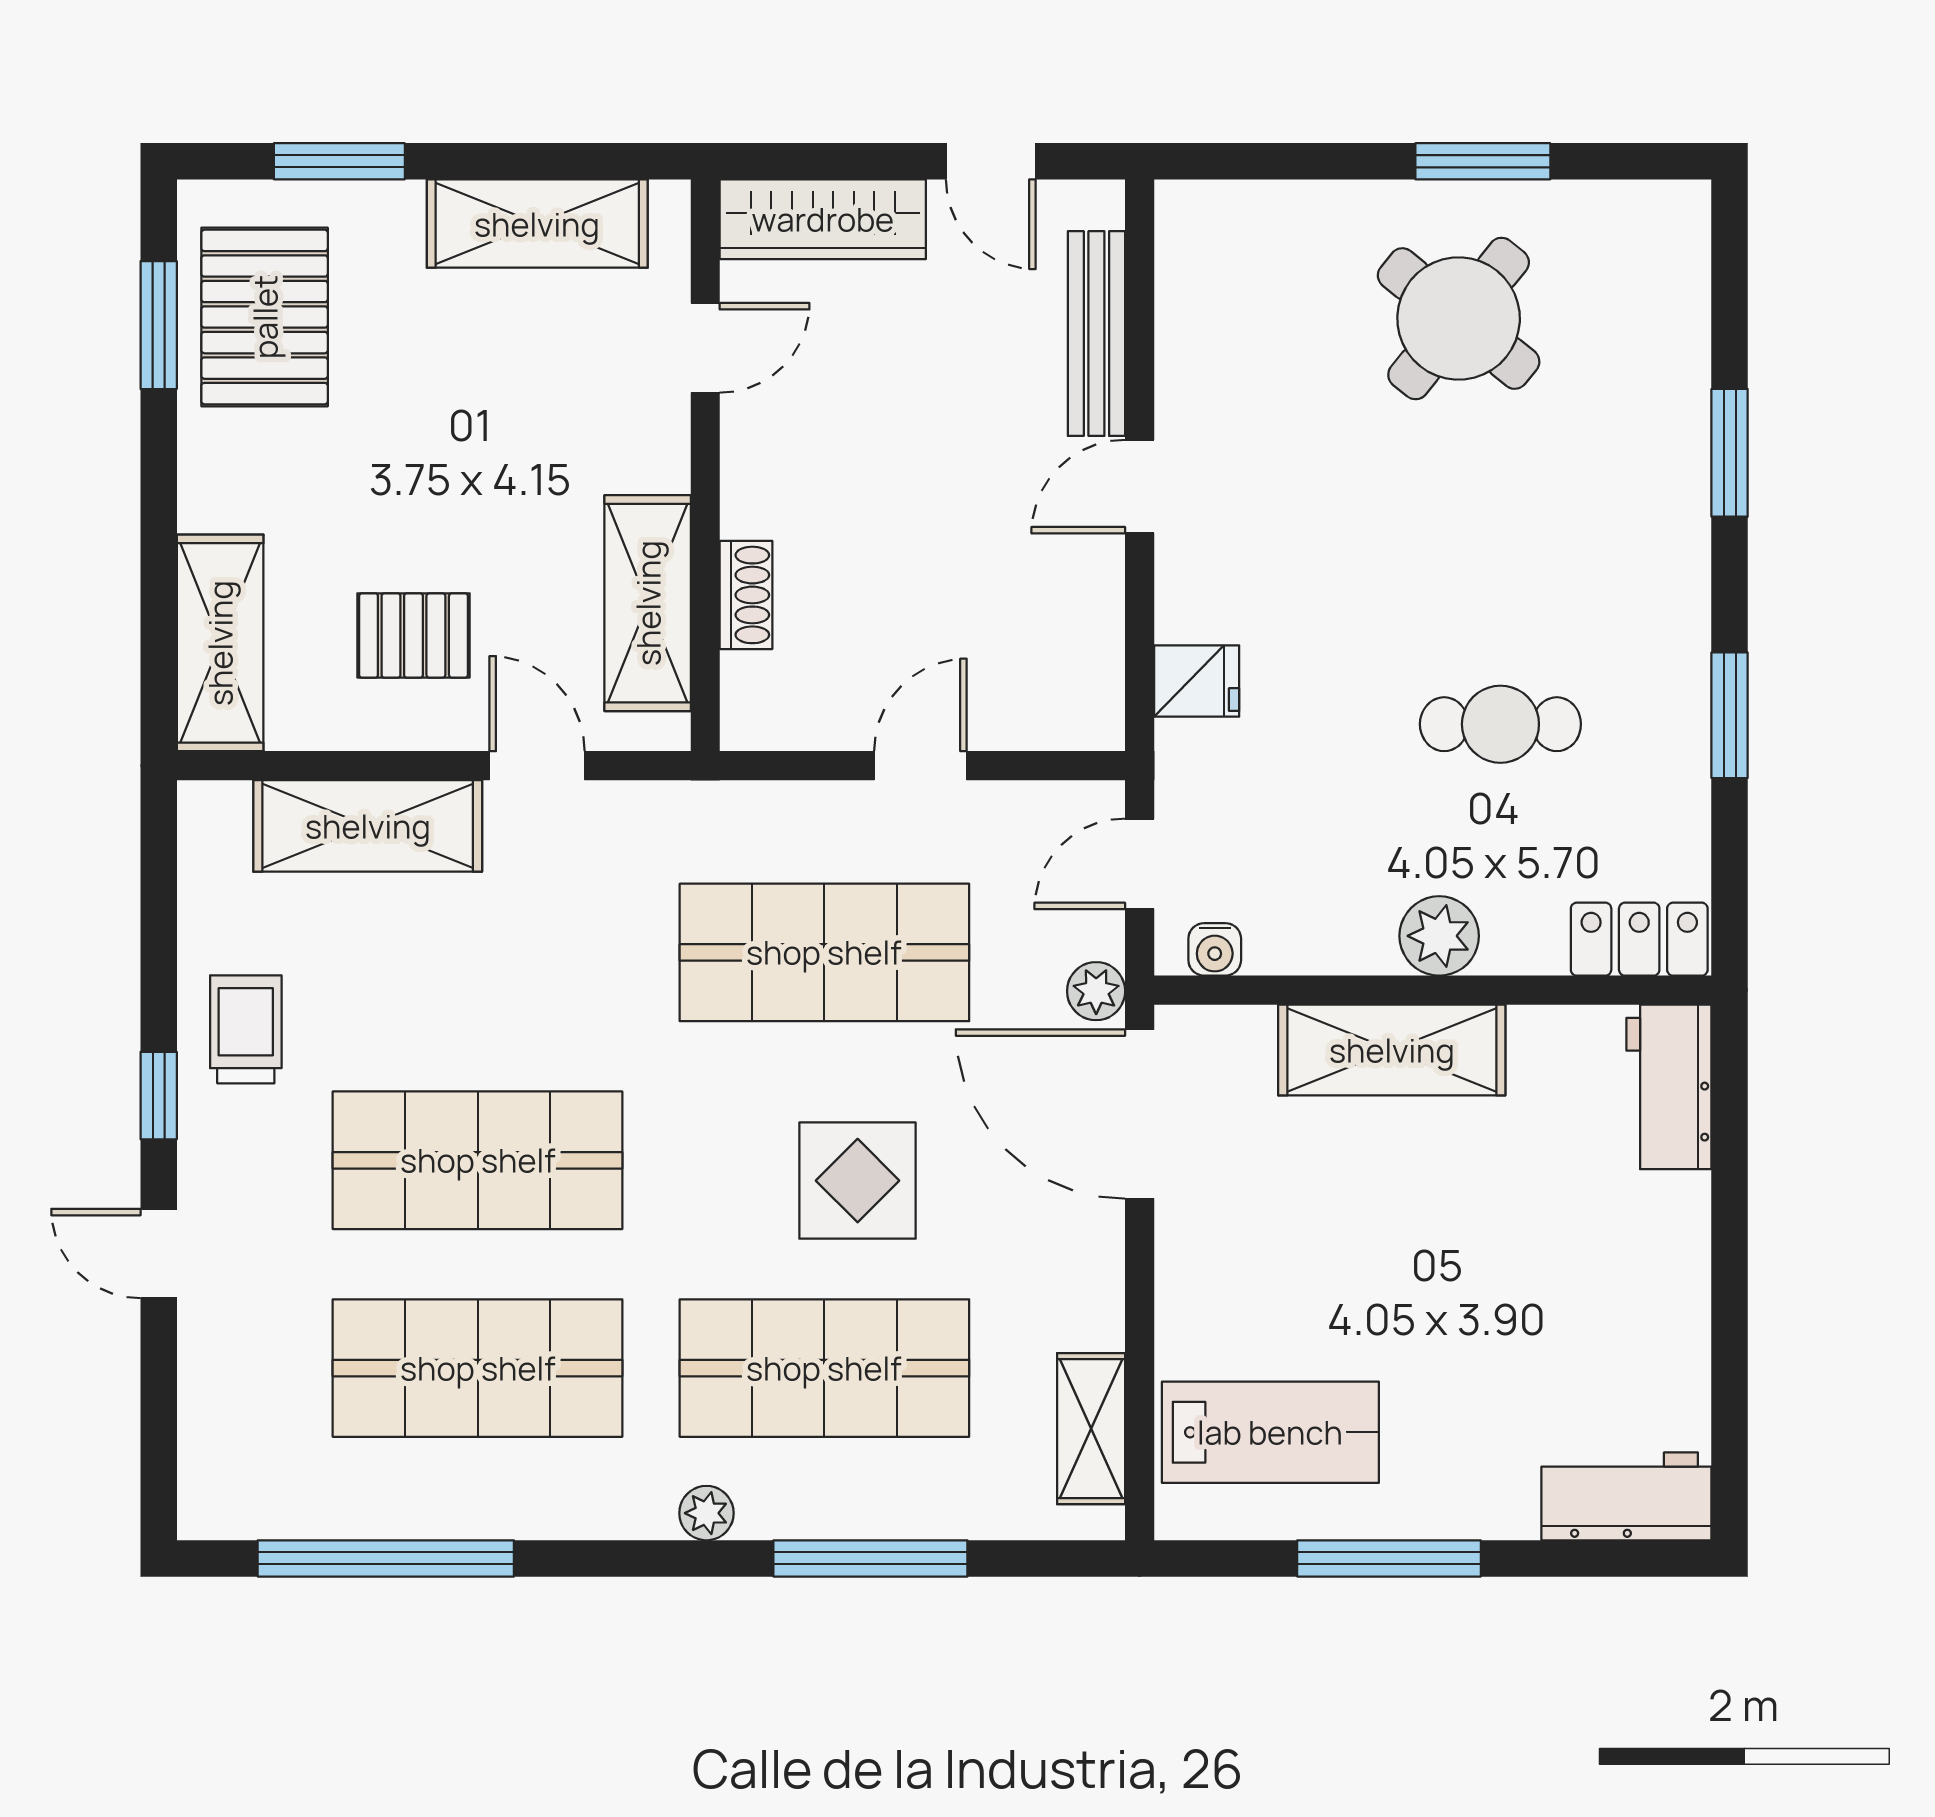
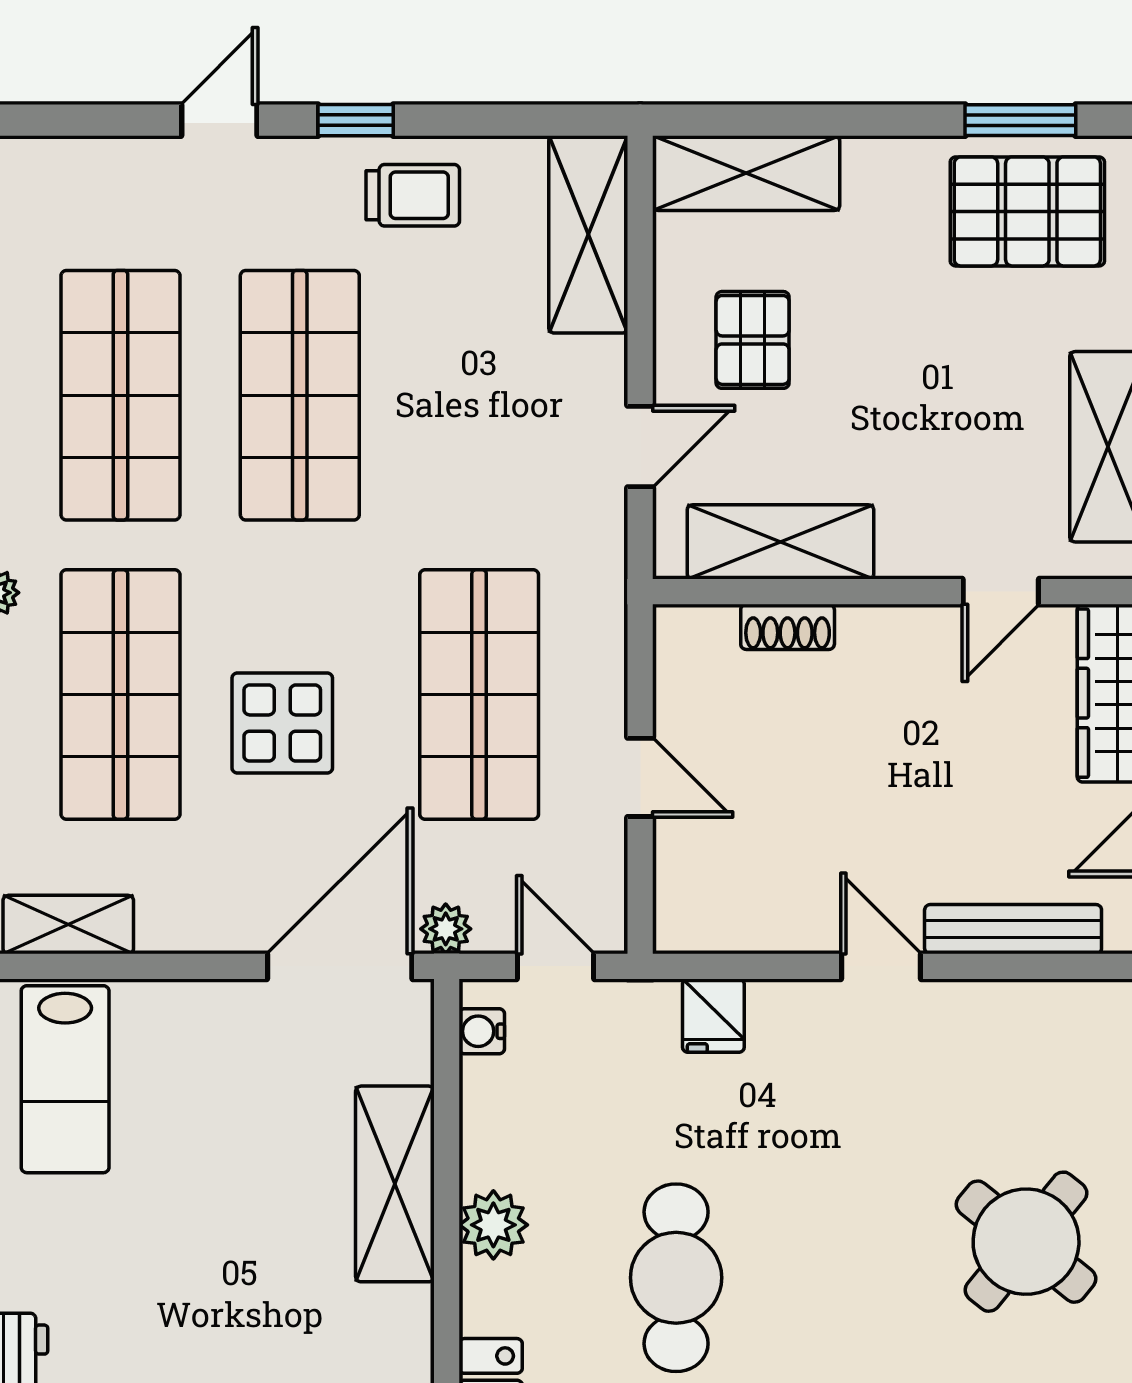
door: (705, 348) -> (1001, 592), hinge flipped
cafe table: (1500, 724) -> (676, 1278), width x1.37, depth x1.35
shelving: (368, 826) -> (588, 234), moved

